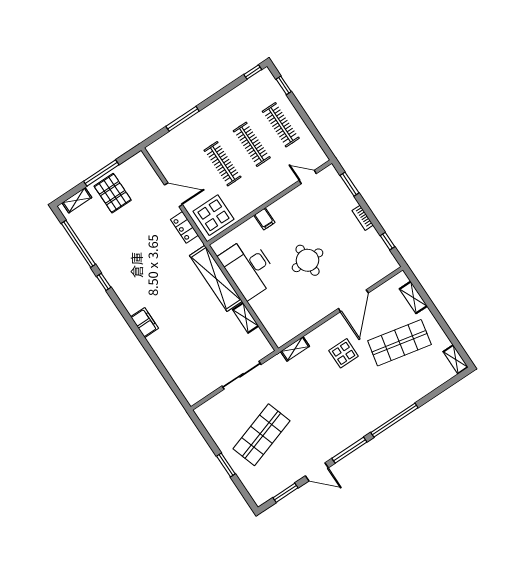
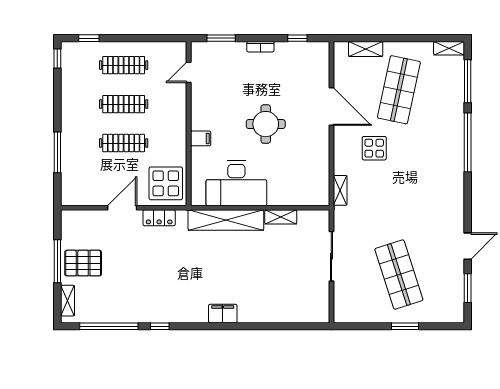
window: (349, 450) -> (468, 81), moved

